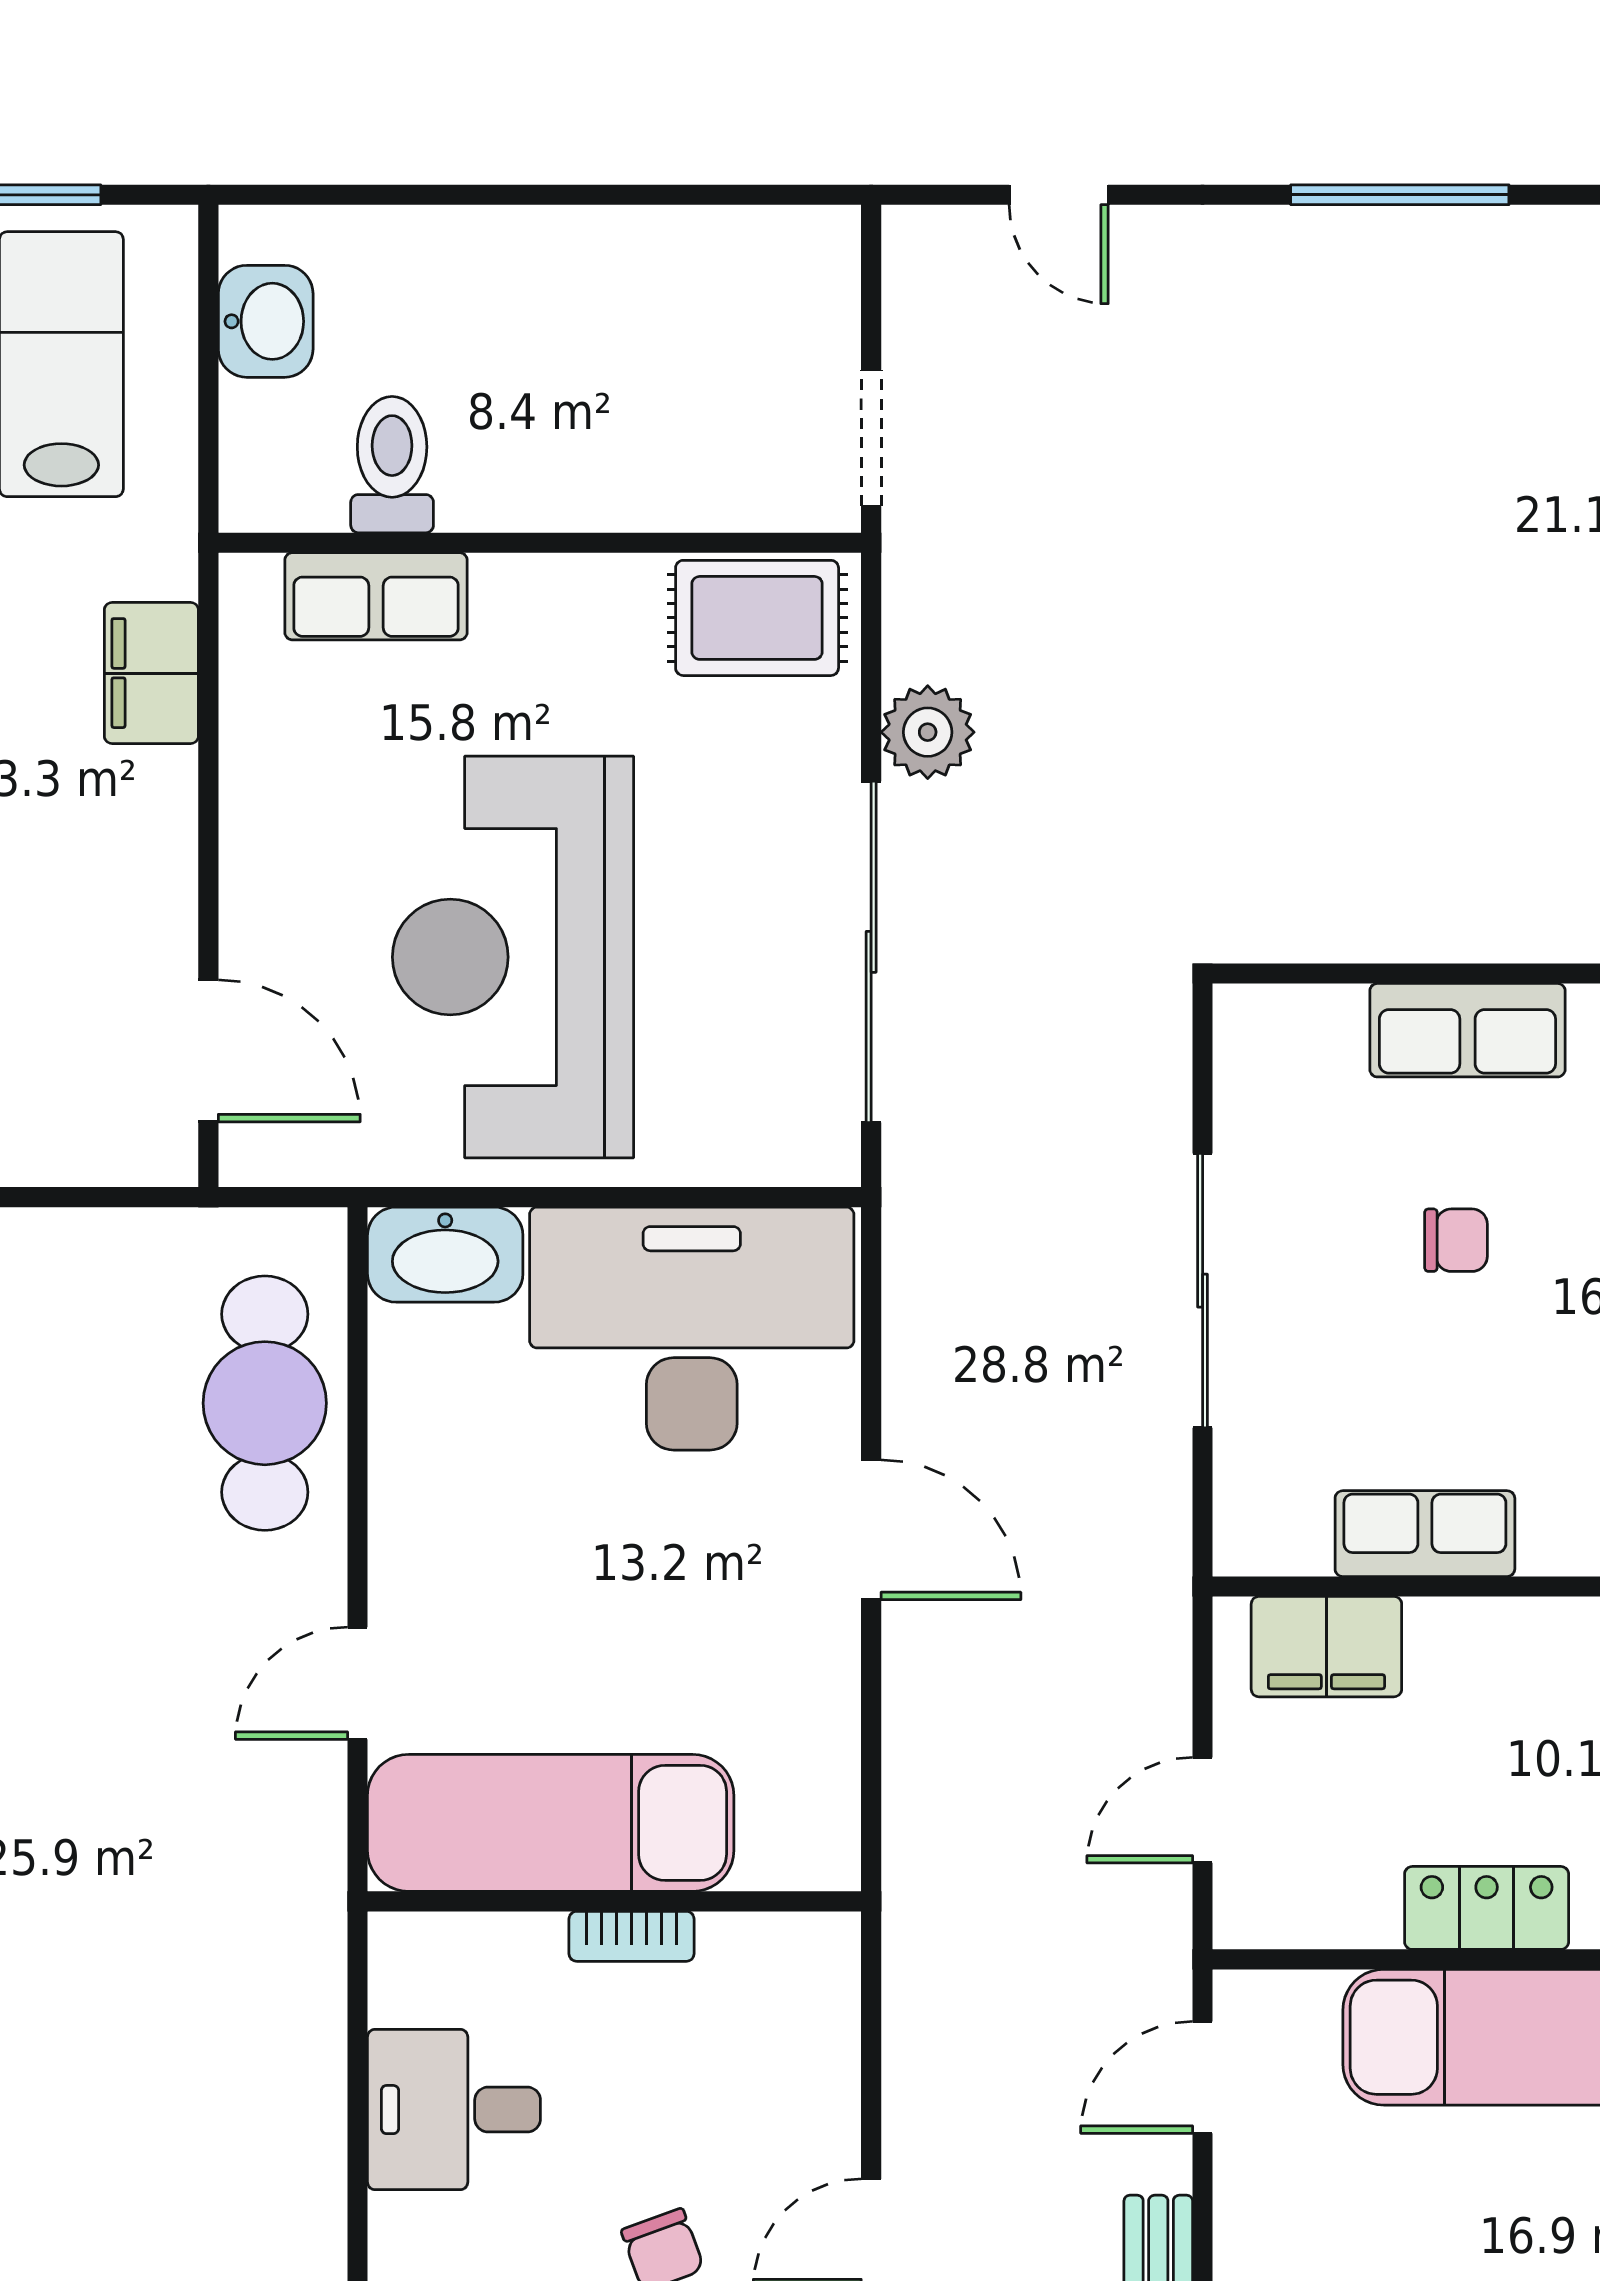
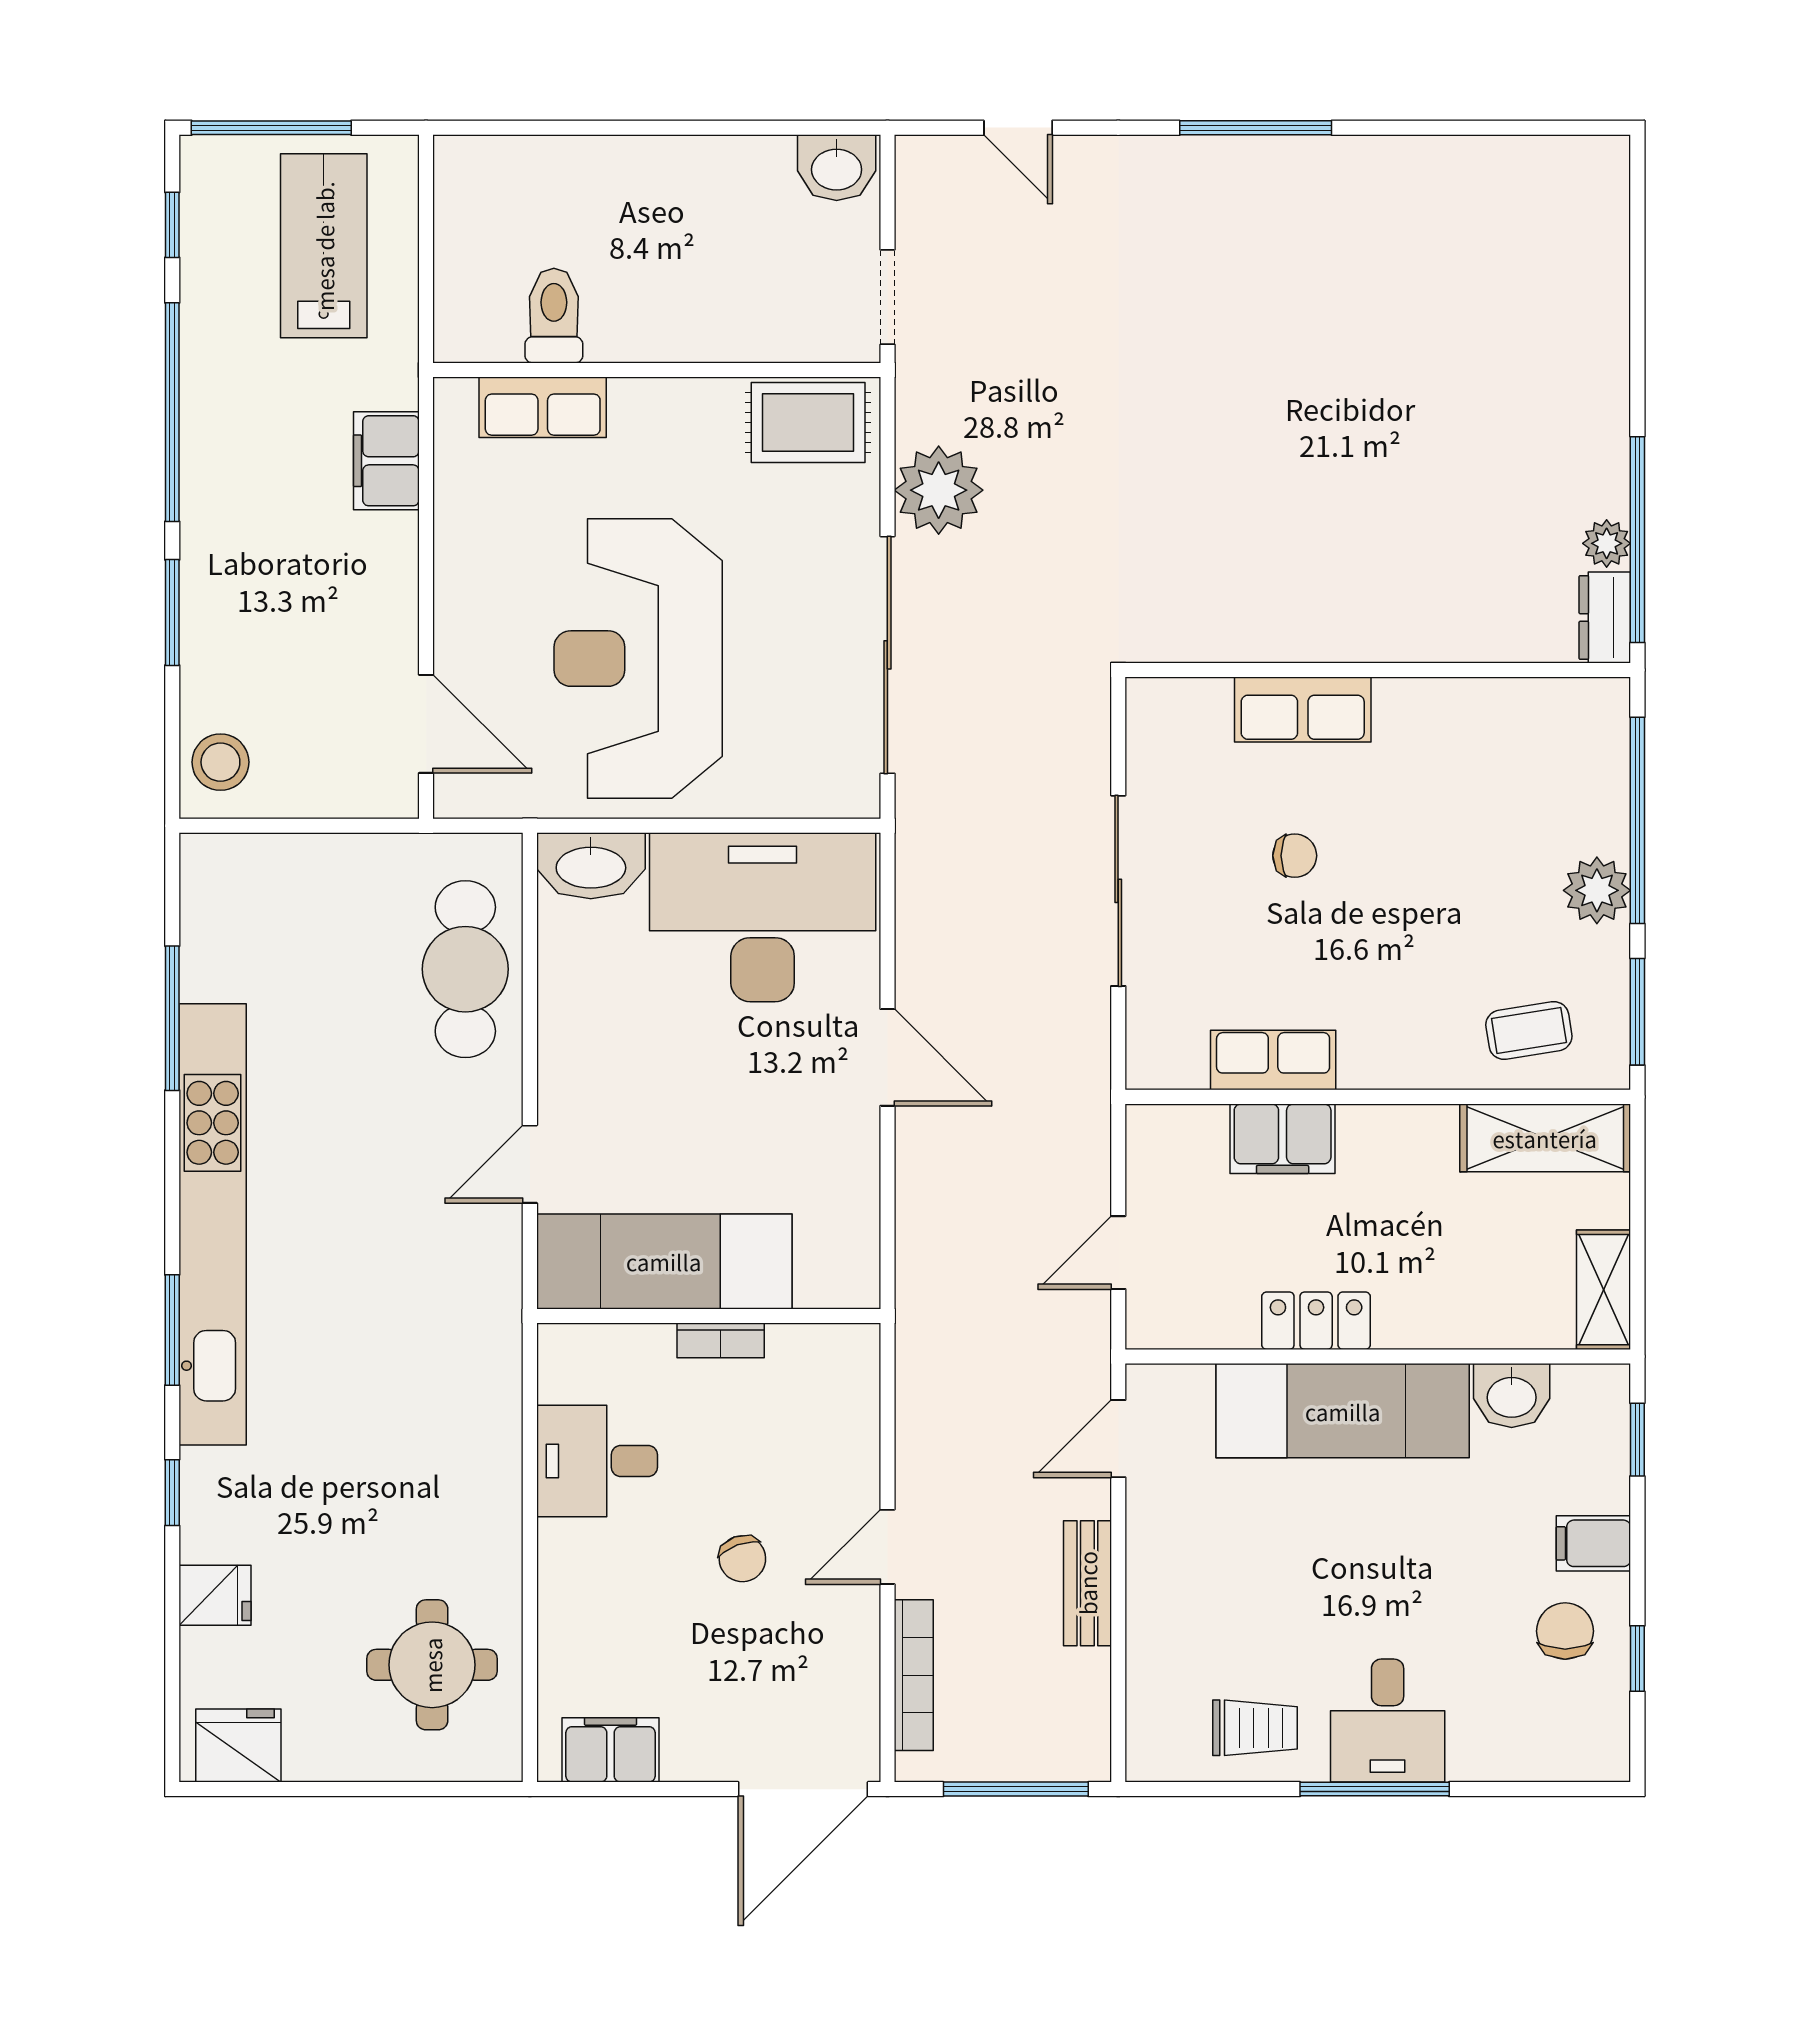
washbasin: (266, 321) -> (837, 168), moved, turned 90
plant: (928, 732) -> (939, 490), width x1.36, depth x1.36
filing cabinet: (1326, 1647) -> (1283, 1139), moved

